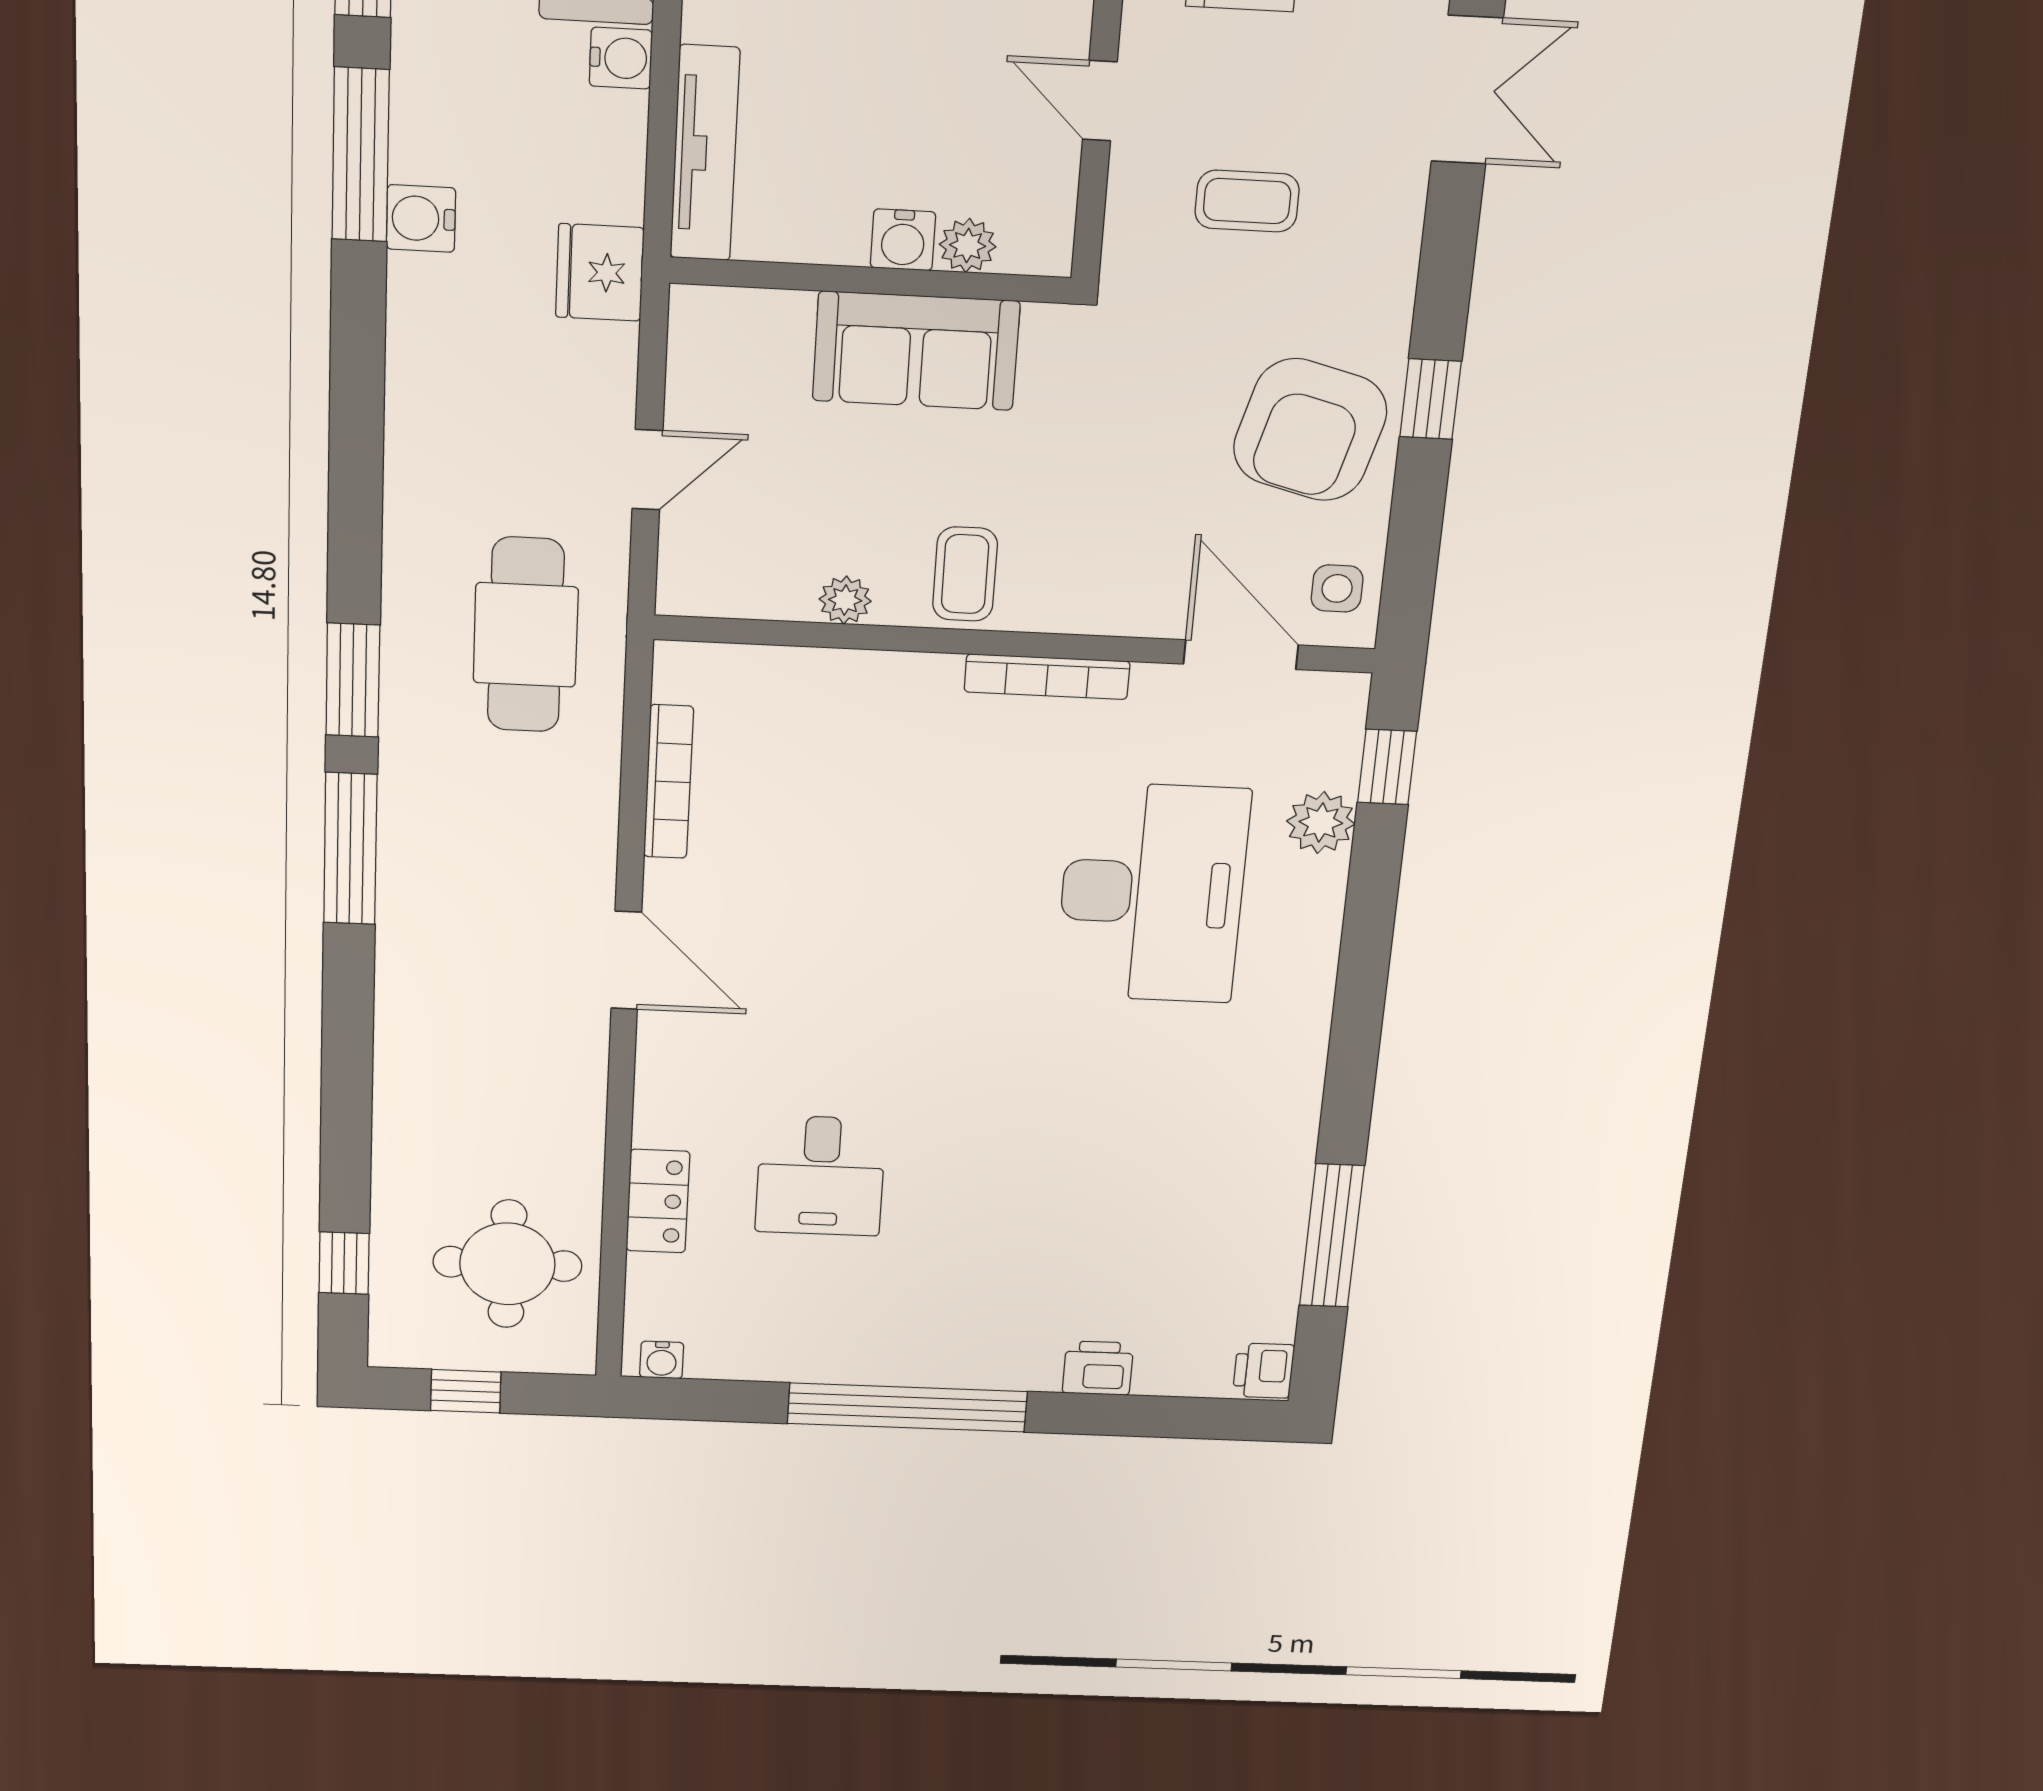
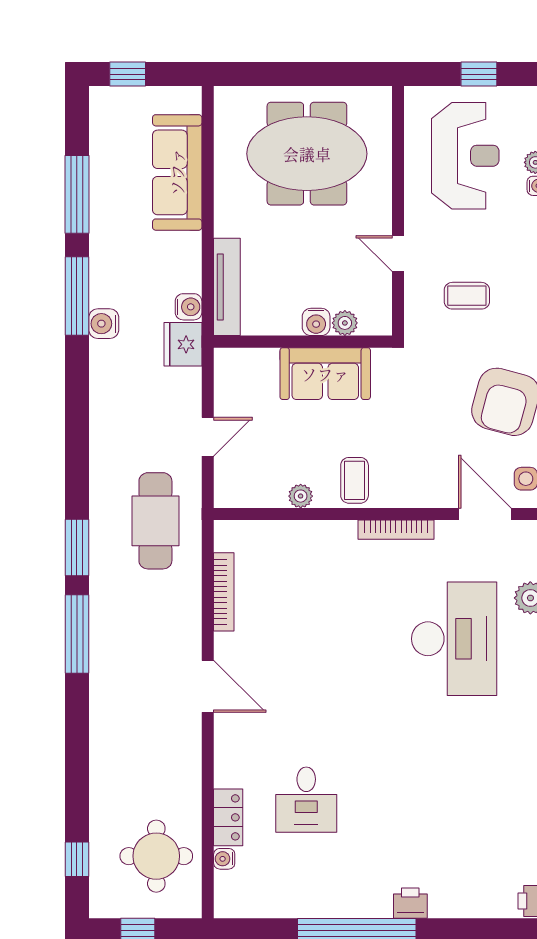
water cooler: (621, 58) -> (189, 307), moved
water cooler: (662, 1360) -> (224, 859), moved, turned 90
printer: (1098, 1368) -> (410, 903), moved

